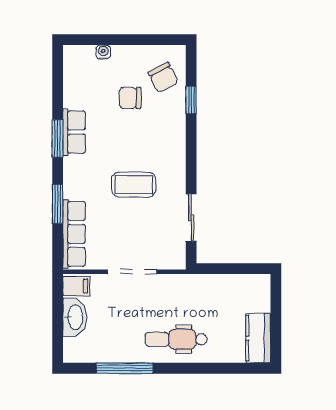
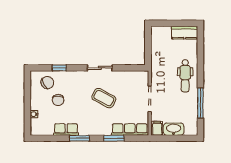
row of seats: (74, 132) -> (66, 130), moved
coffee table: (134, 185) -> (104, 98), turned -62
sliding door: (191, 218) -> (100, 68), moved

